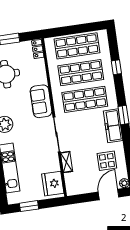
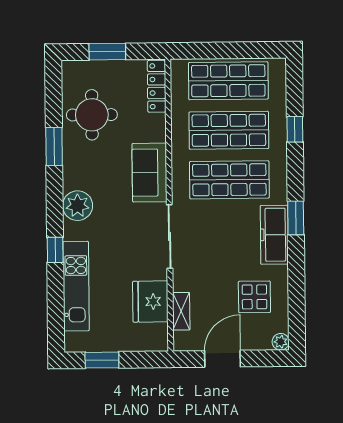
locker: (38, 49) -> (157, 86), width x1.53
shelving: (67, 162) -> (181, 311), moved
fridge: (53, 184) -> (150, 302), moved
door: (109, 194) -> (222, 359), moved

